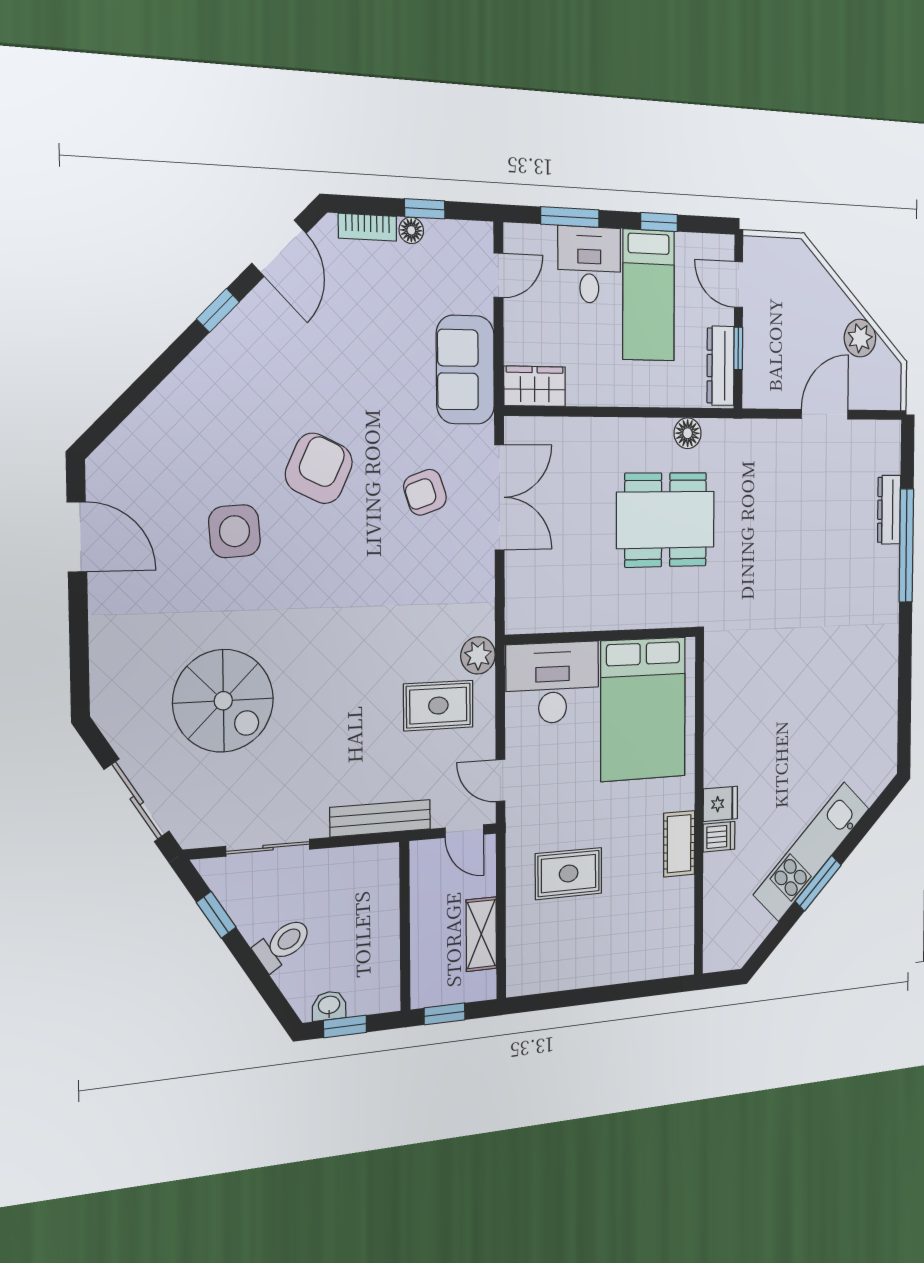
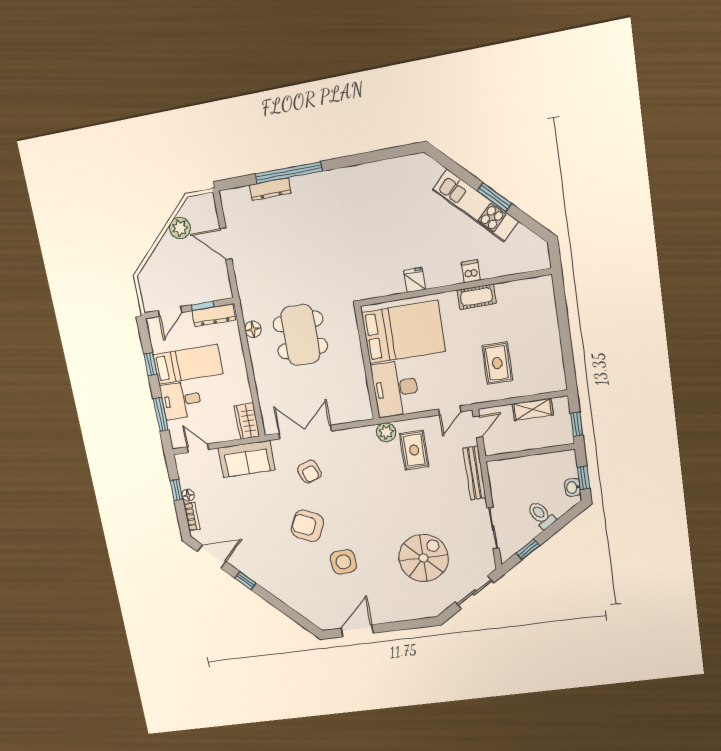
fridge: (720, 804) -> (415, 280), moved

